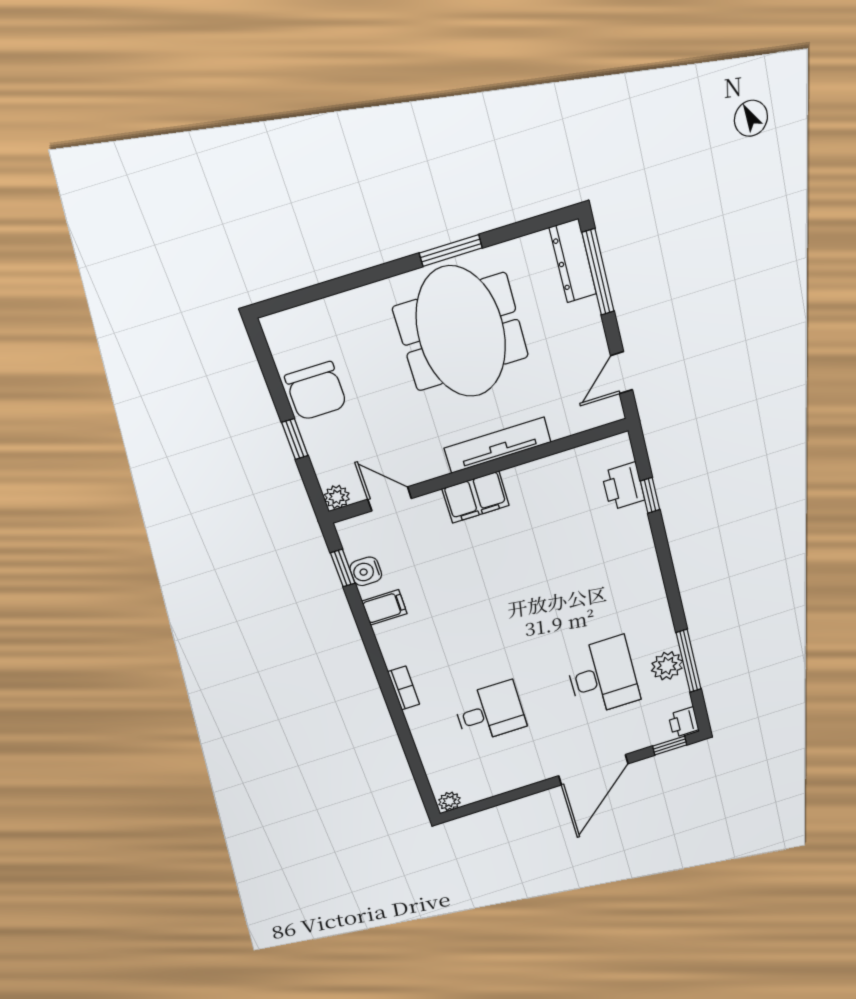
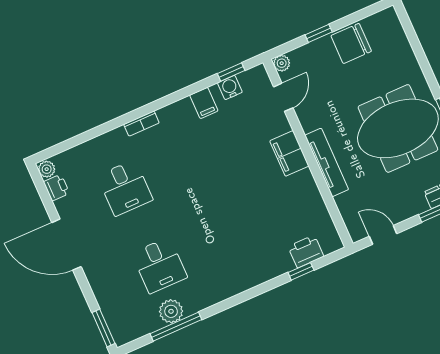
desk: (603, 676) -> (159, 265), width x0.73
printer: (684, 722) -> (56, 188), moved, turned 90
window: (670, 746) -> (103, 328), width x1.50
door: (593, 770) -> (66, 245), moved

